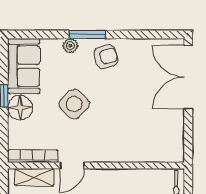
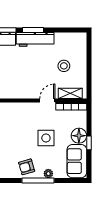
window: (87, 34) -> (38, 180), width x1.44
side table: (74, 104) -> (46, 138), turned 45

